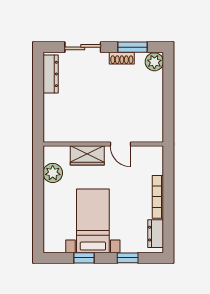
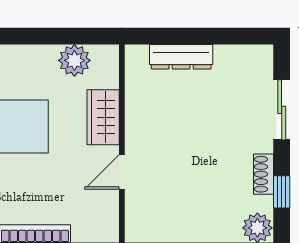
window: (133, 47) -> (282, 192), width x0.67
dresser: (51, 74) -> (181, 57), moved

